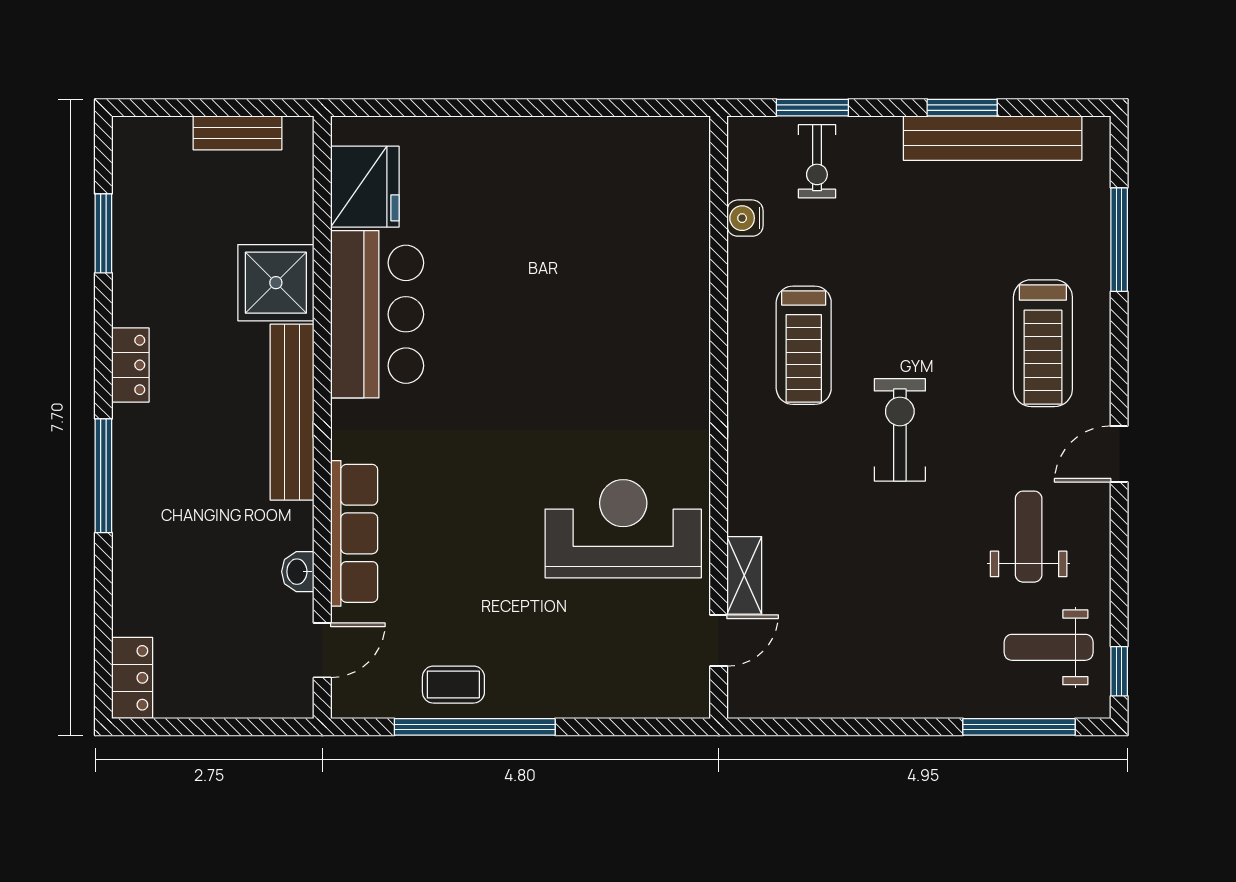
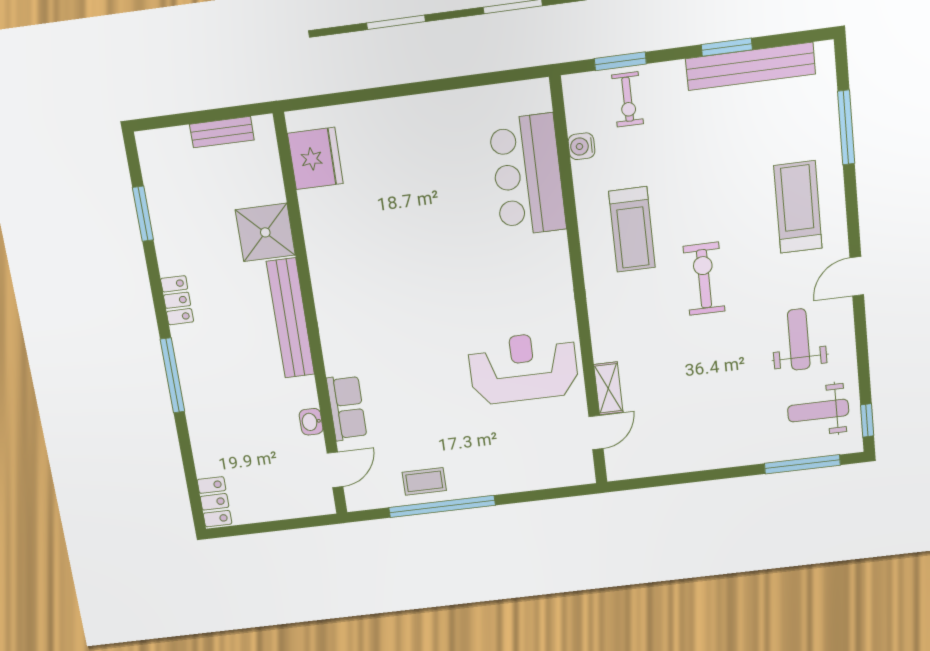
bar counter: (377, 314) -> (528, 175), moved, turned 180
treadmill: (1043, 343) -> (798, 207), turned 180
row of seats: (354, 533) -> (347, 408), width x0.68

